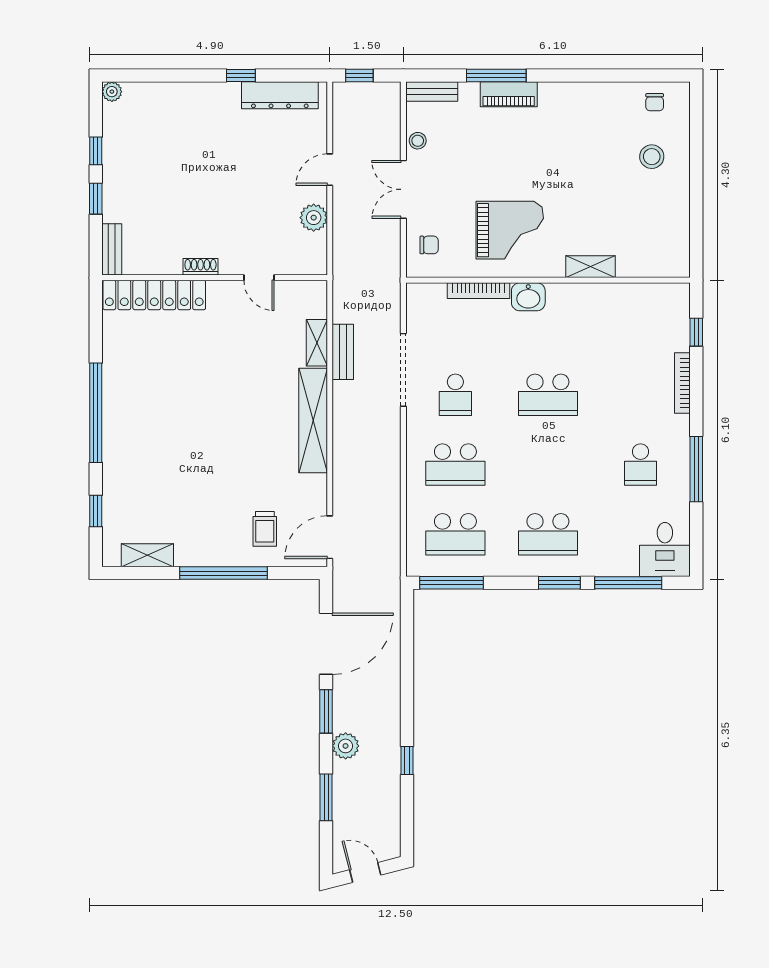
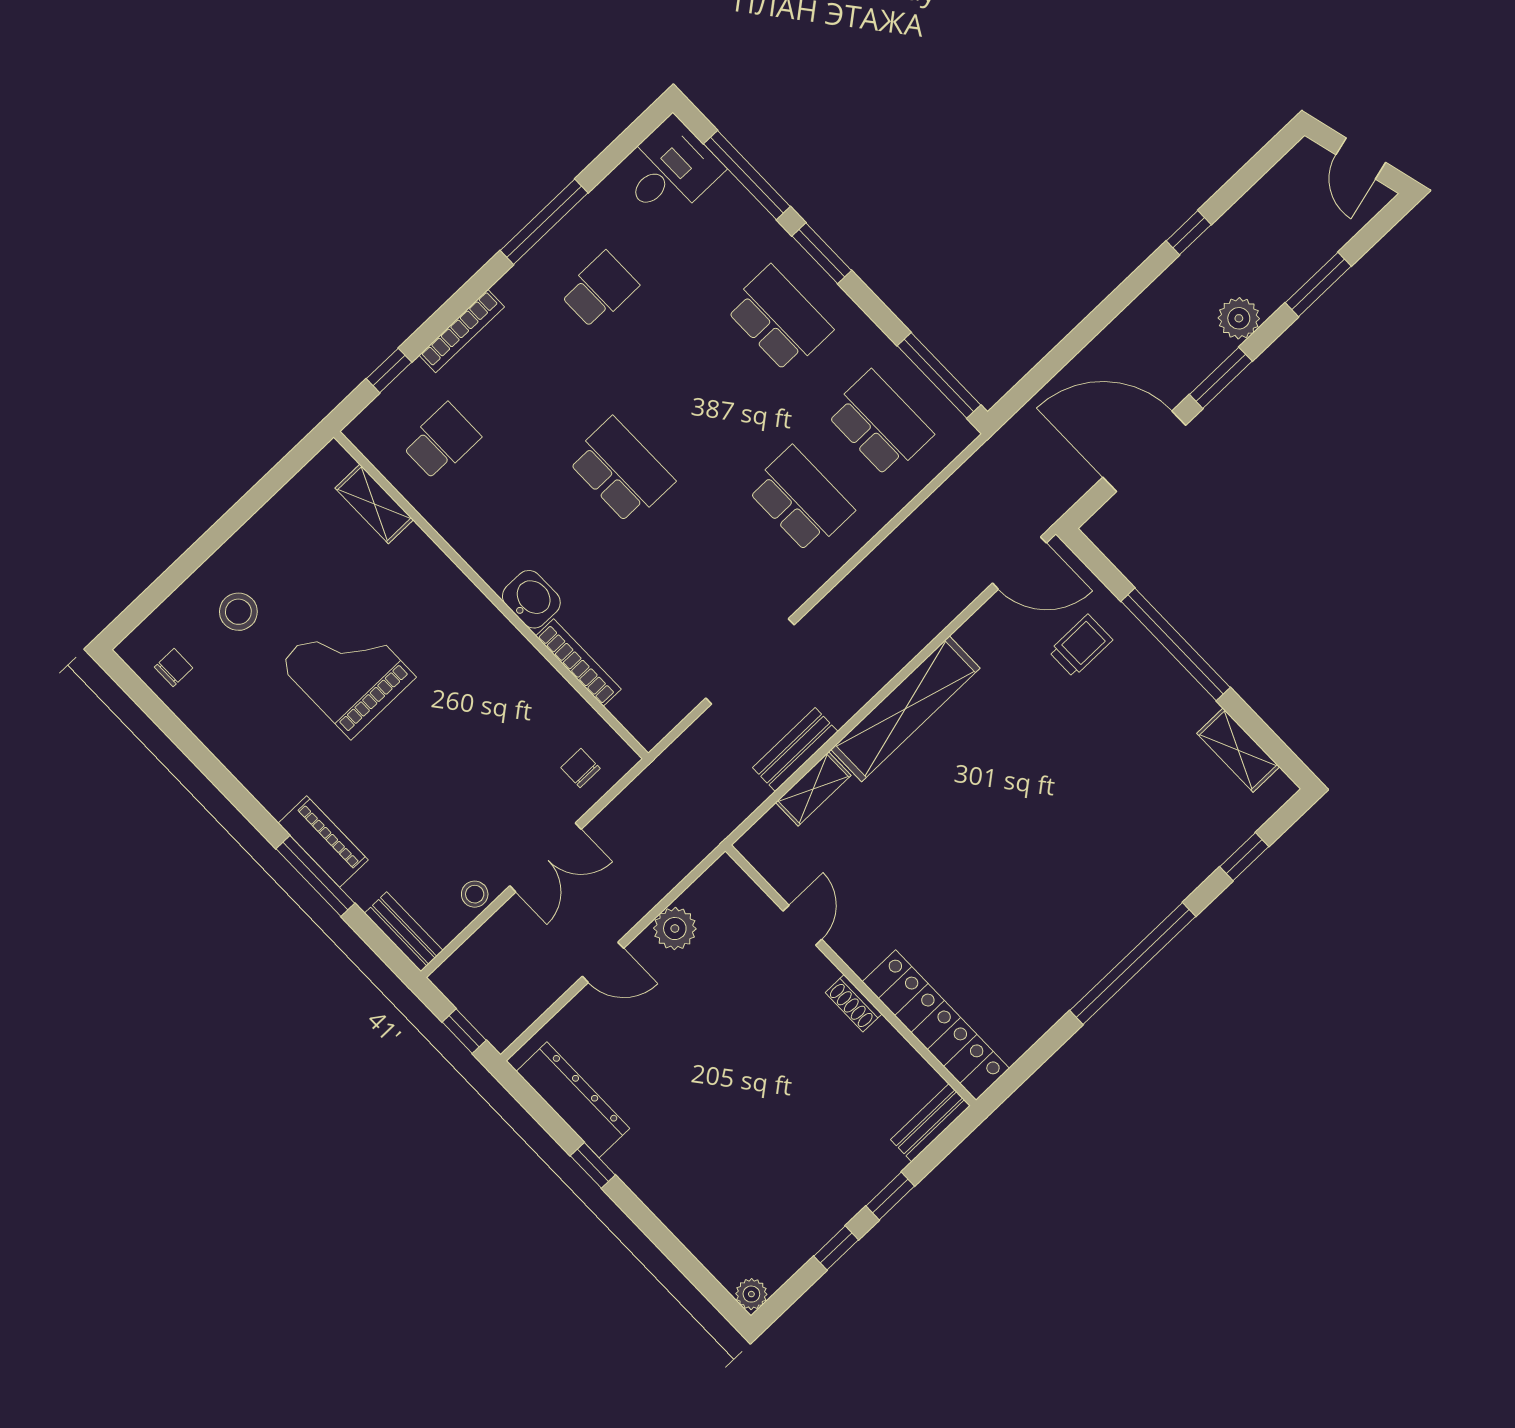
grand piano: (510, 230) -> (347, 671), moved
shelving: (591, 267) -> (374, 504), moved
school desk: (455, 395) -> (441, 441), moved

